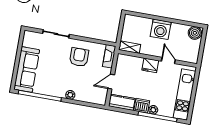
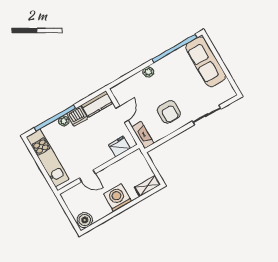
shelving: (130, 47) -> (148, 186), moved
fridge: (150, 65) -> (119, 147), moved

